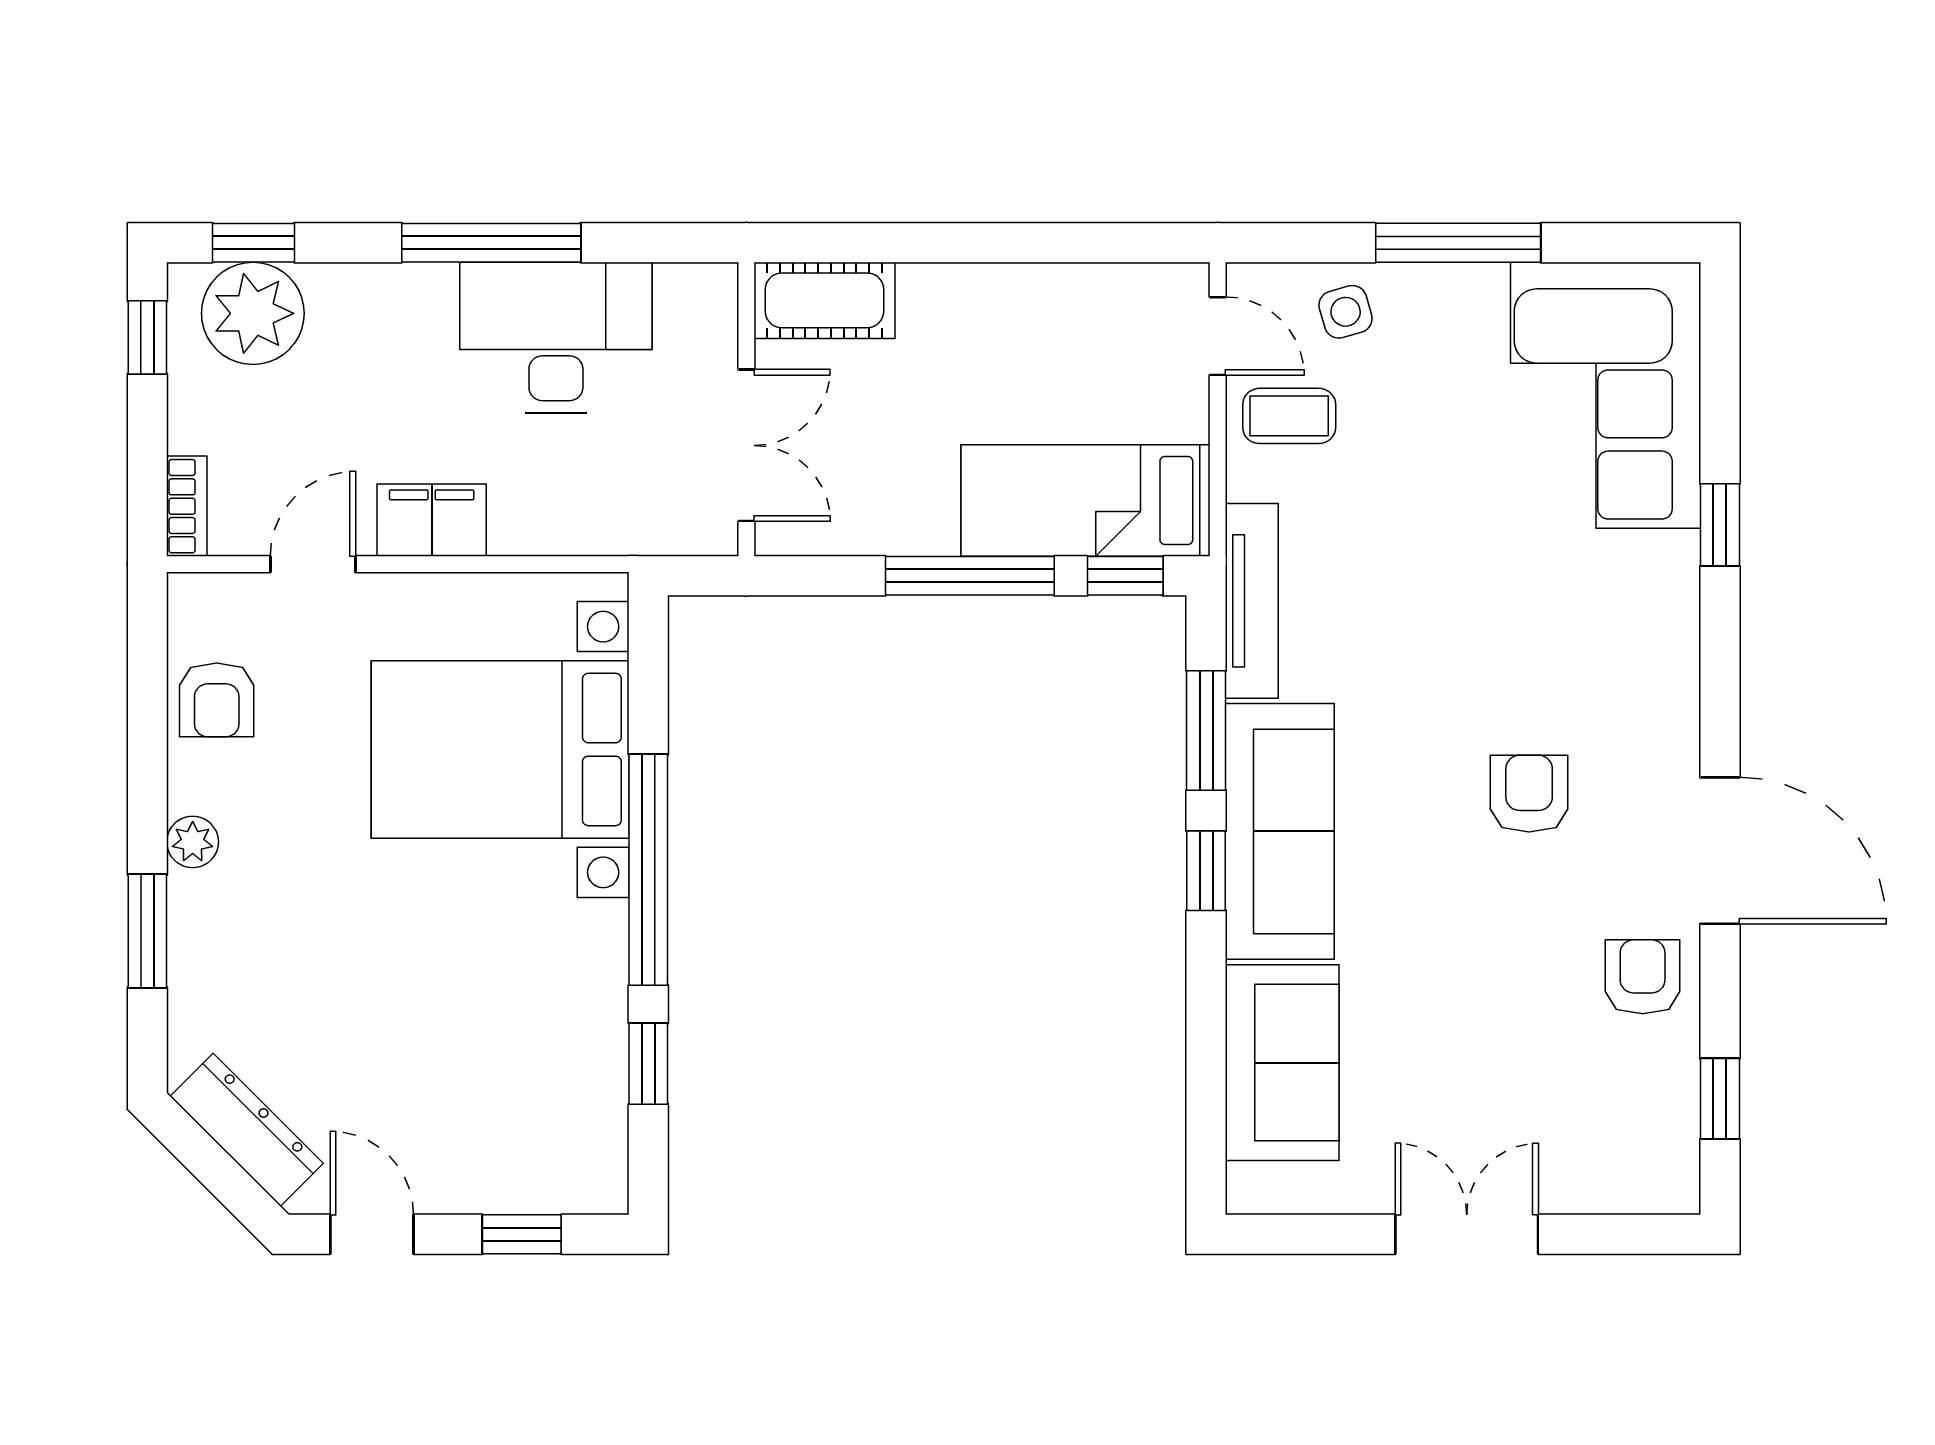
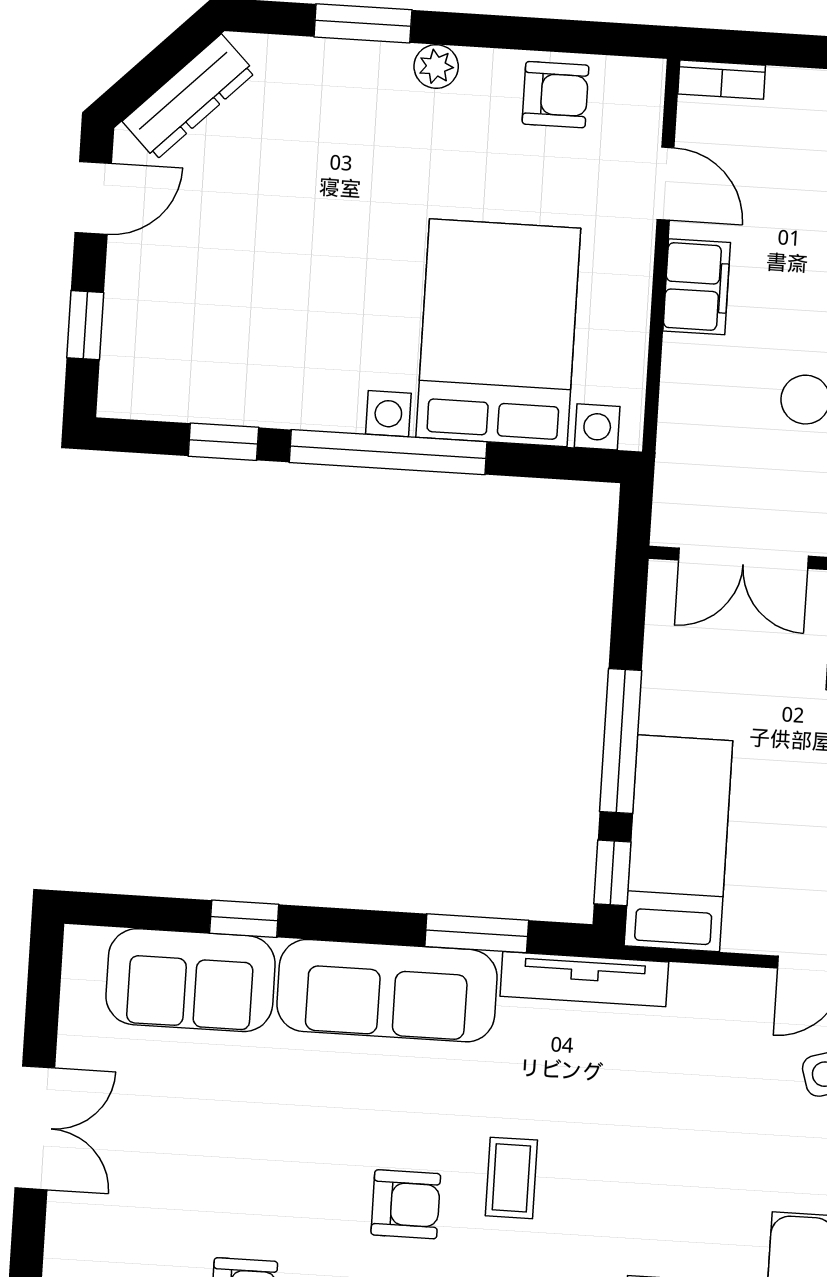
coffee table: (1289, 416) -> (511, 1178), moved
armchair: (217, 700) -> (556, 95), turned 180
window: (1206, 871) -> (244, 919), moved

